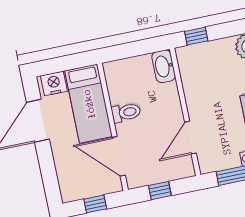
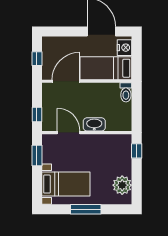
washbasin: (164, 66) -> (94, 124), moved
toilet: (126, 113) -> (126, 92), moved
window: (160, 191) -> (37, 114), moved

